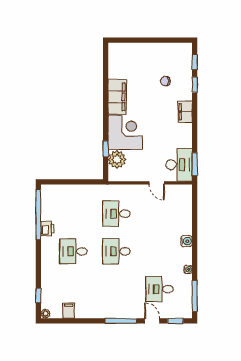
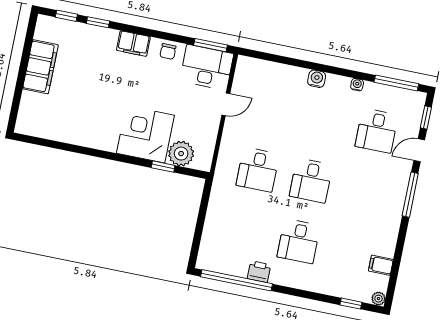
chair: (165, 81) -> (168, 51), moved
filing cabinet: (117, 97) -> (40, 67), moved, turned 90

